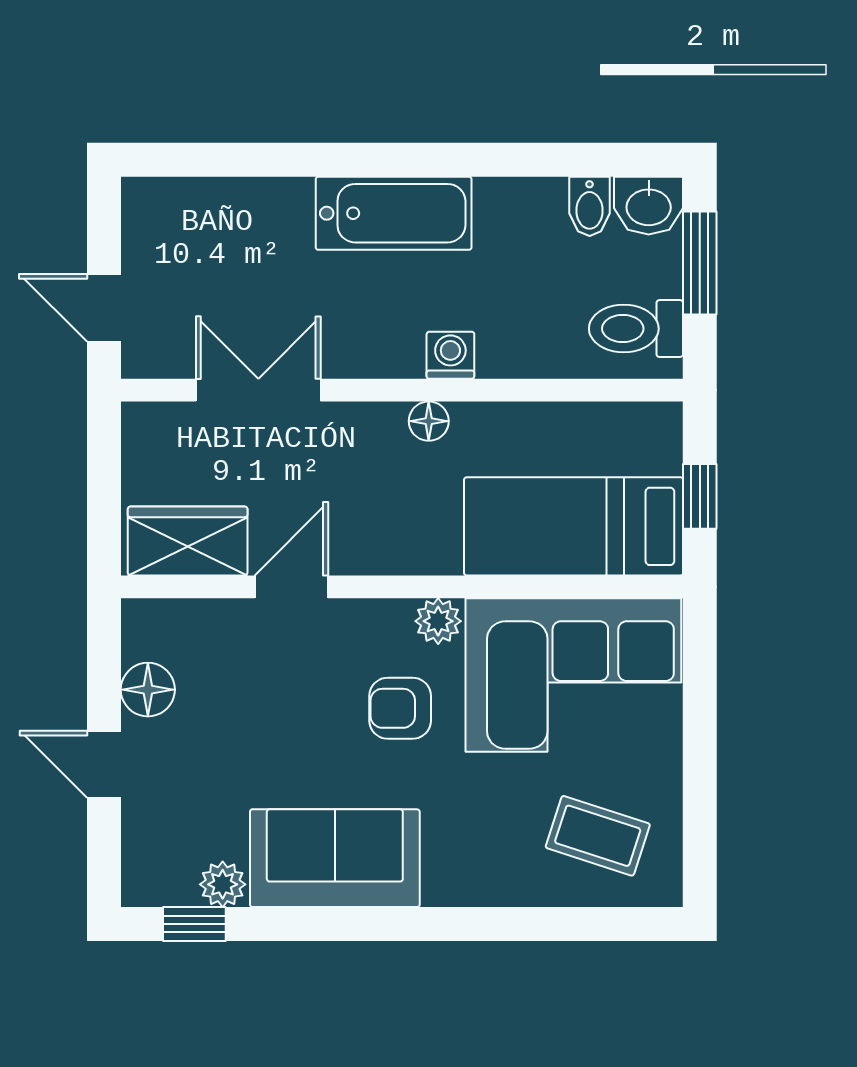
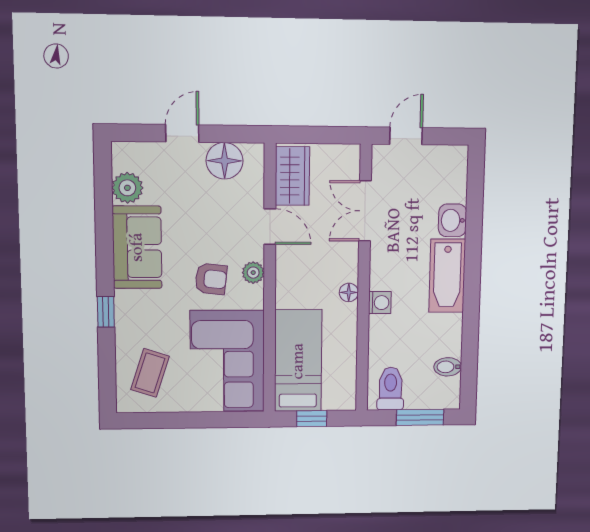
washbasin: (649, 206) -> (452, 220), moved
double door: (258, 390) -> (365, 211), swing flipped
plant: (438, 621) -> (253, 273), moved
floor lamp: (148, 690) -> (225, 161), width x1.38, depth x1.38
armchair: (400, 708) -> (211, 279), turned 96
plant: (223, 884) -> (127, 188), width x1.38, depth x1.38
window: (194, 924) -> (106, 312), moved

